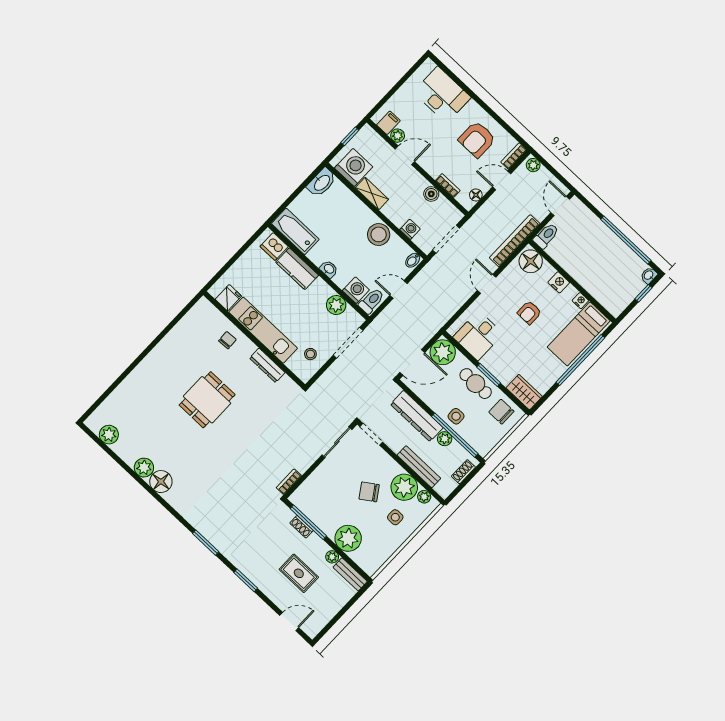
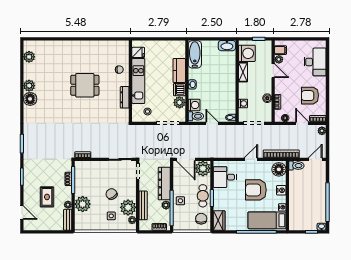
stool: (379, 234) -> (228, 92), removed
dishwasher: (274, 247) -> (179, 90), moved
armchair: (529, 313) -> (256, 190), width x1.88, depth x1.88

